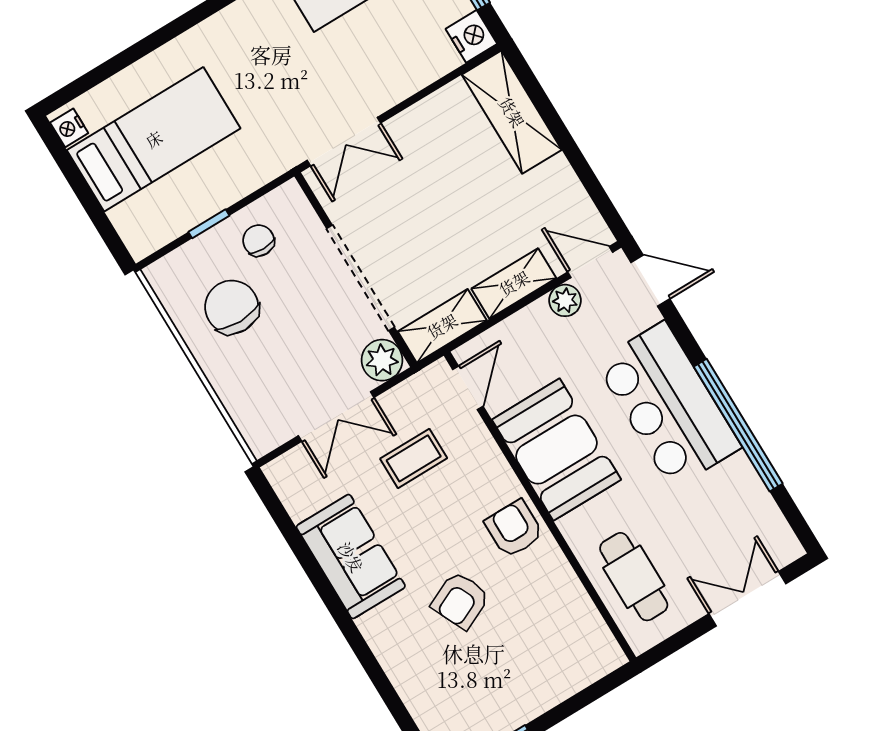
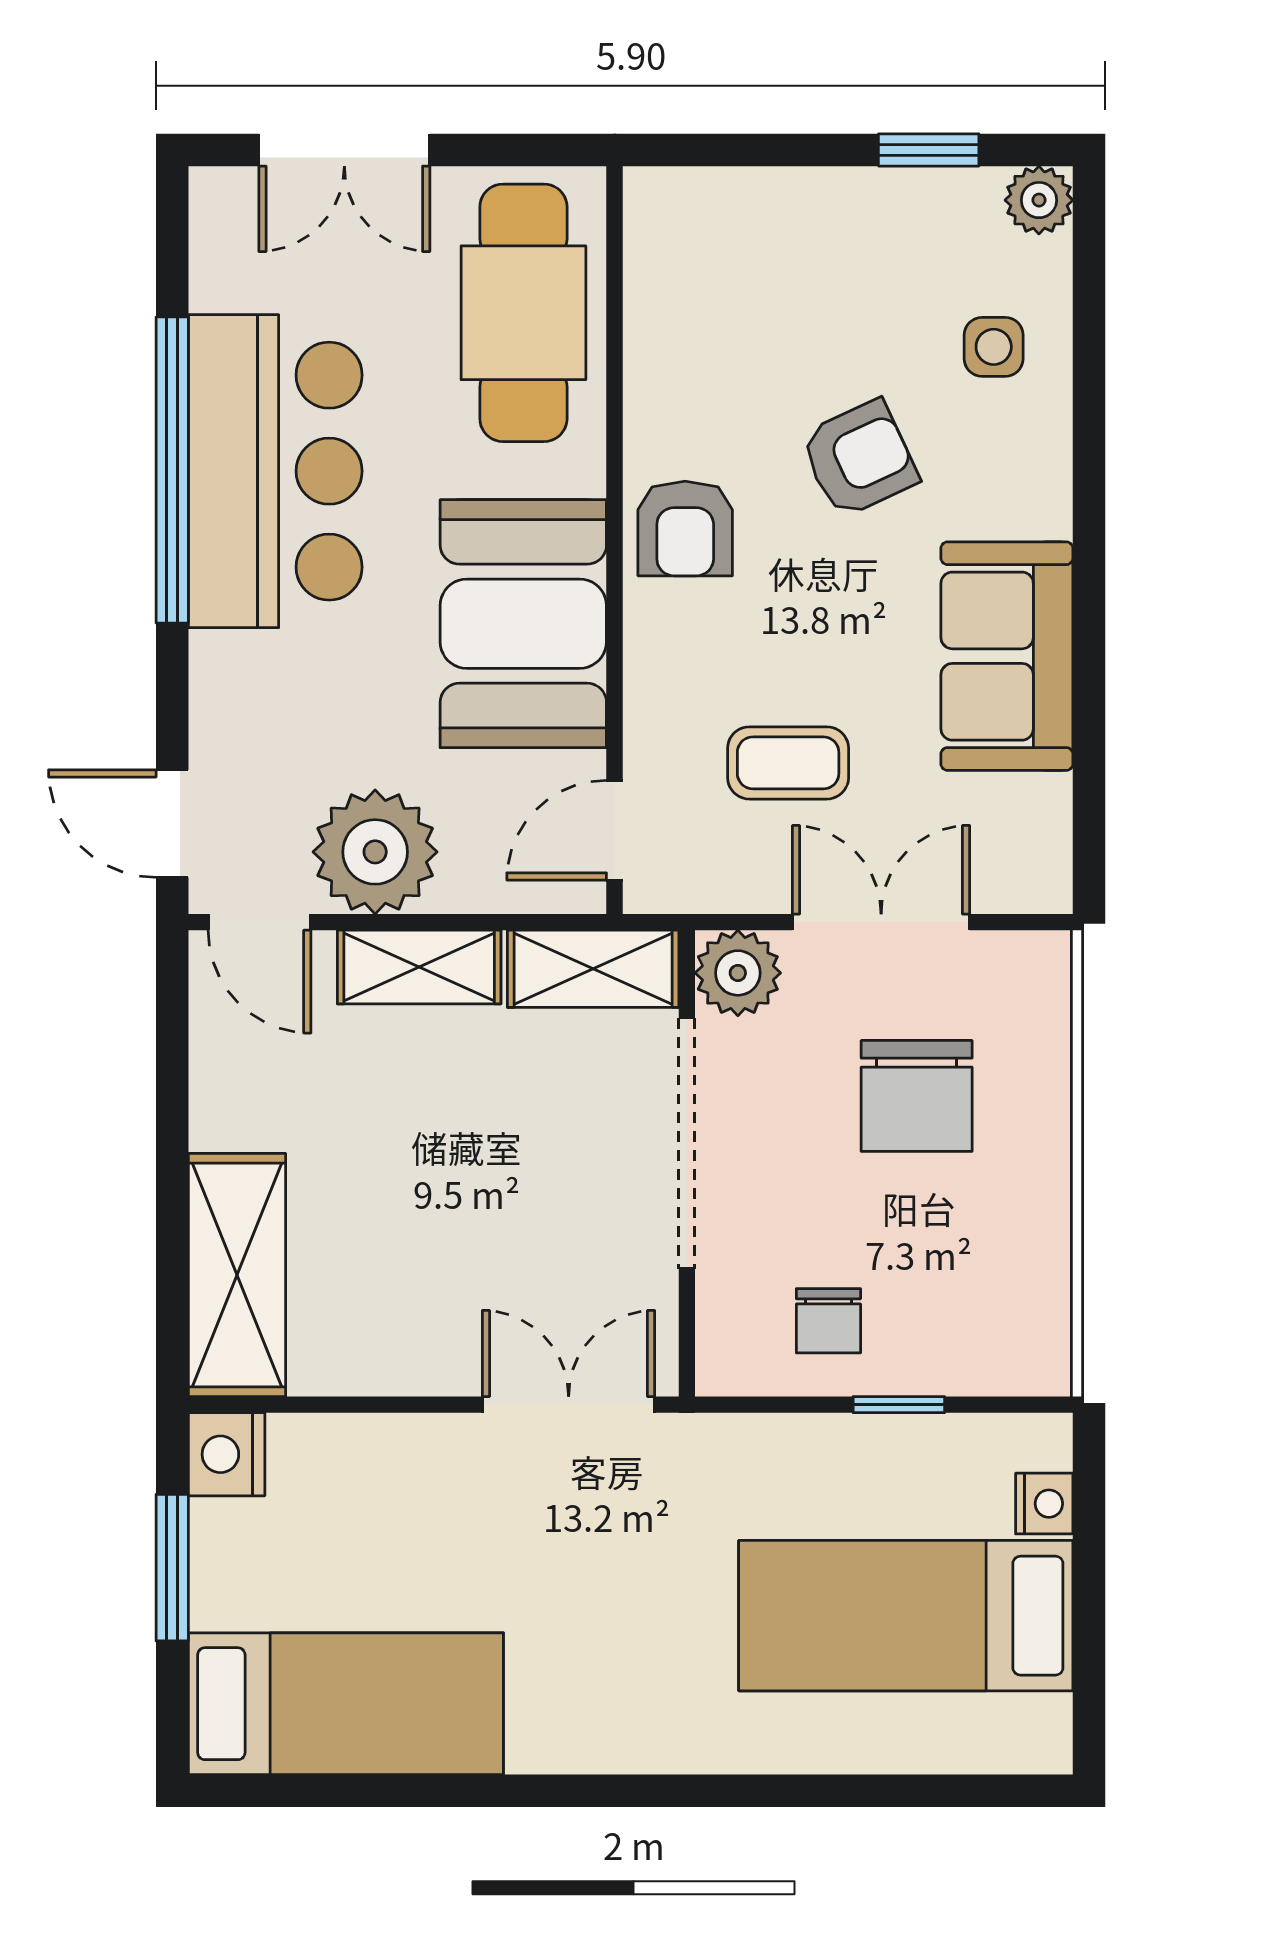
nightstand: (69, 128) -> (1044, 1504), moved
plant: (565, 300) -> (375, 852), width x1.88, depth x1.88
chair: (232, 307) -> (917, 1096), moved
bar counter: (668, 405) -> (275, 471), moved
cafe table: (634, 577) -> (523, 313), width x1.37, depth x1.35
side table: (433, 680) -> (994, 347), added

